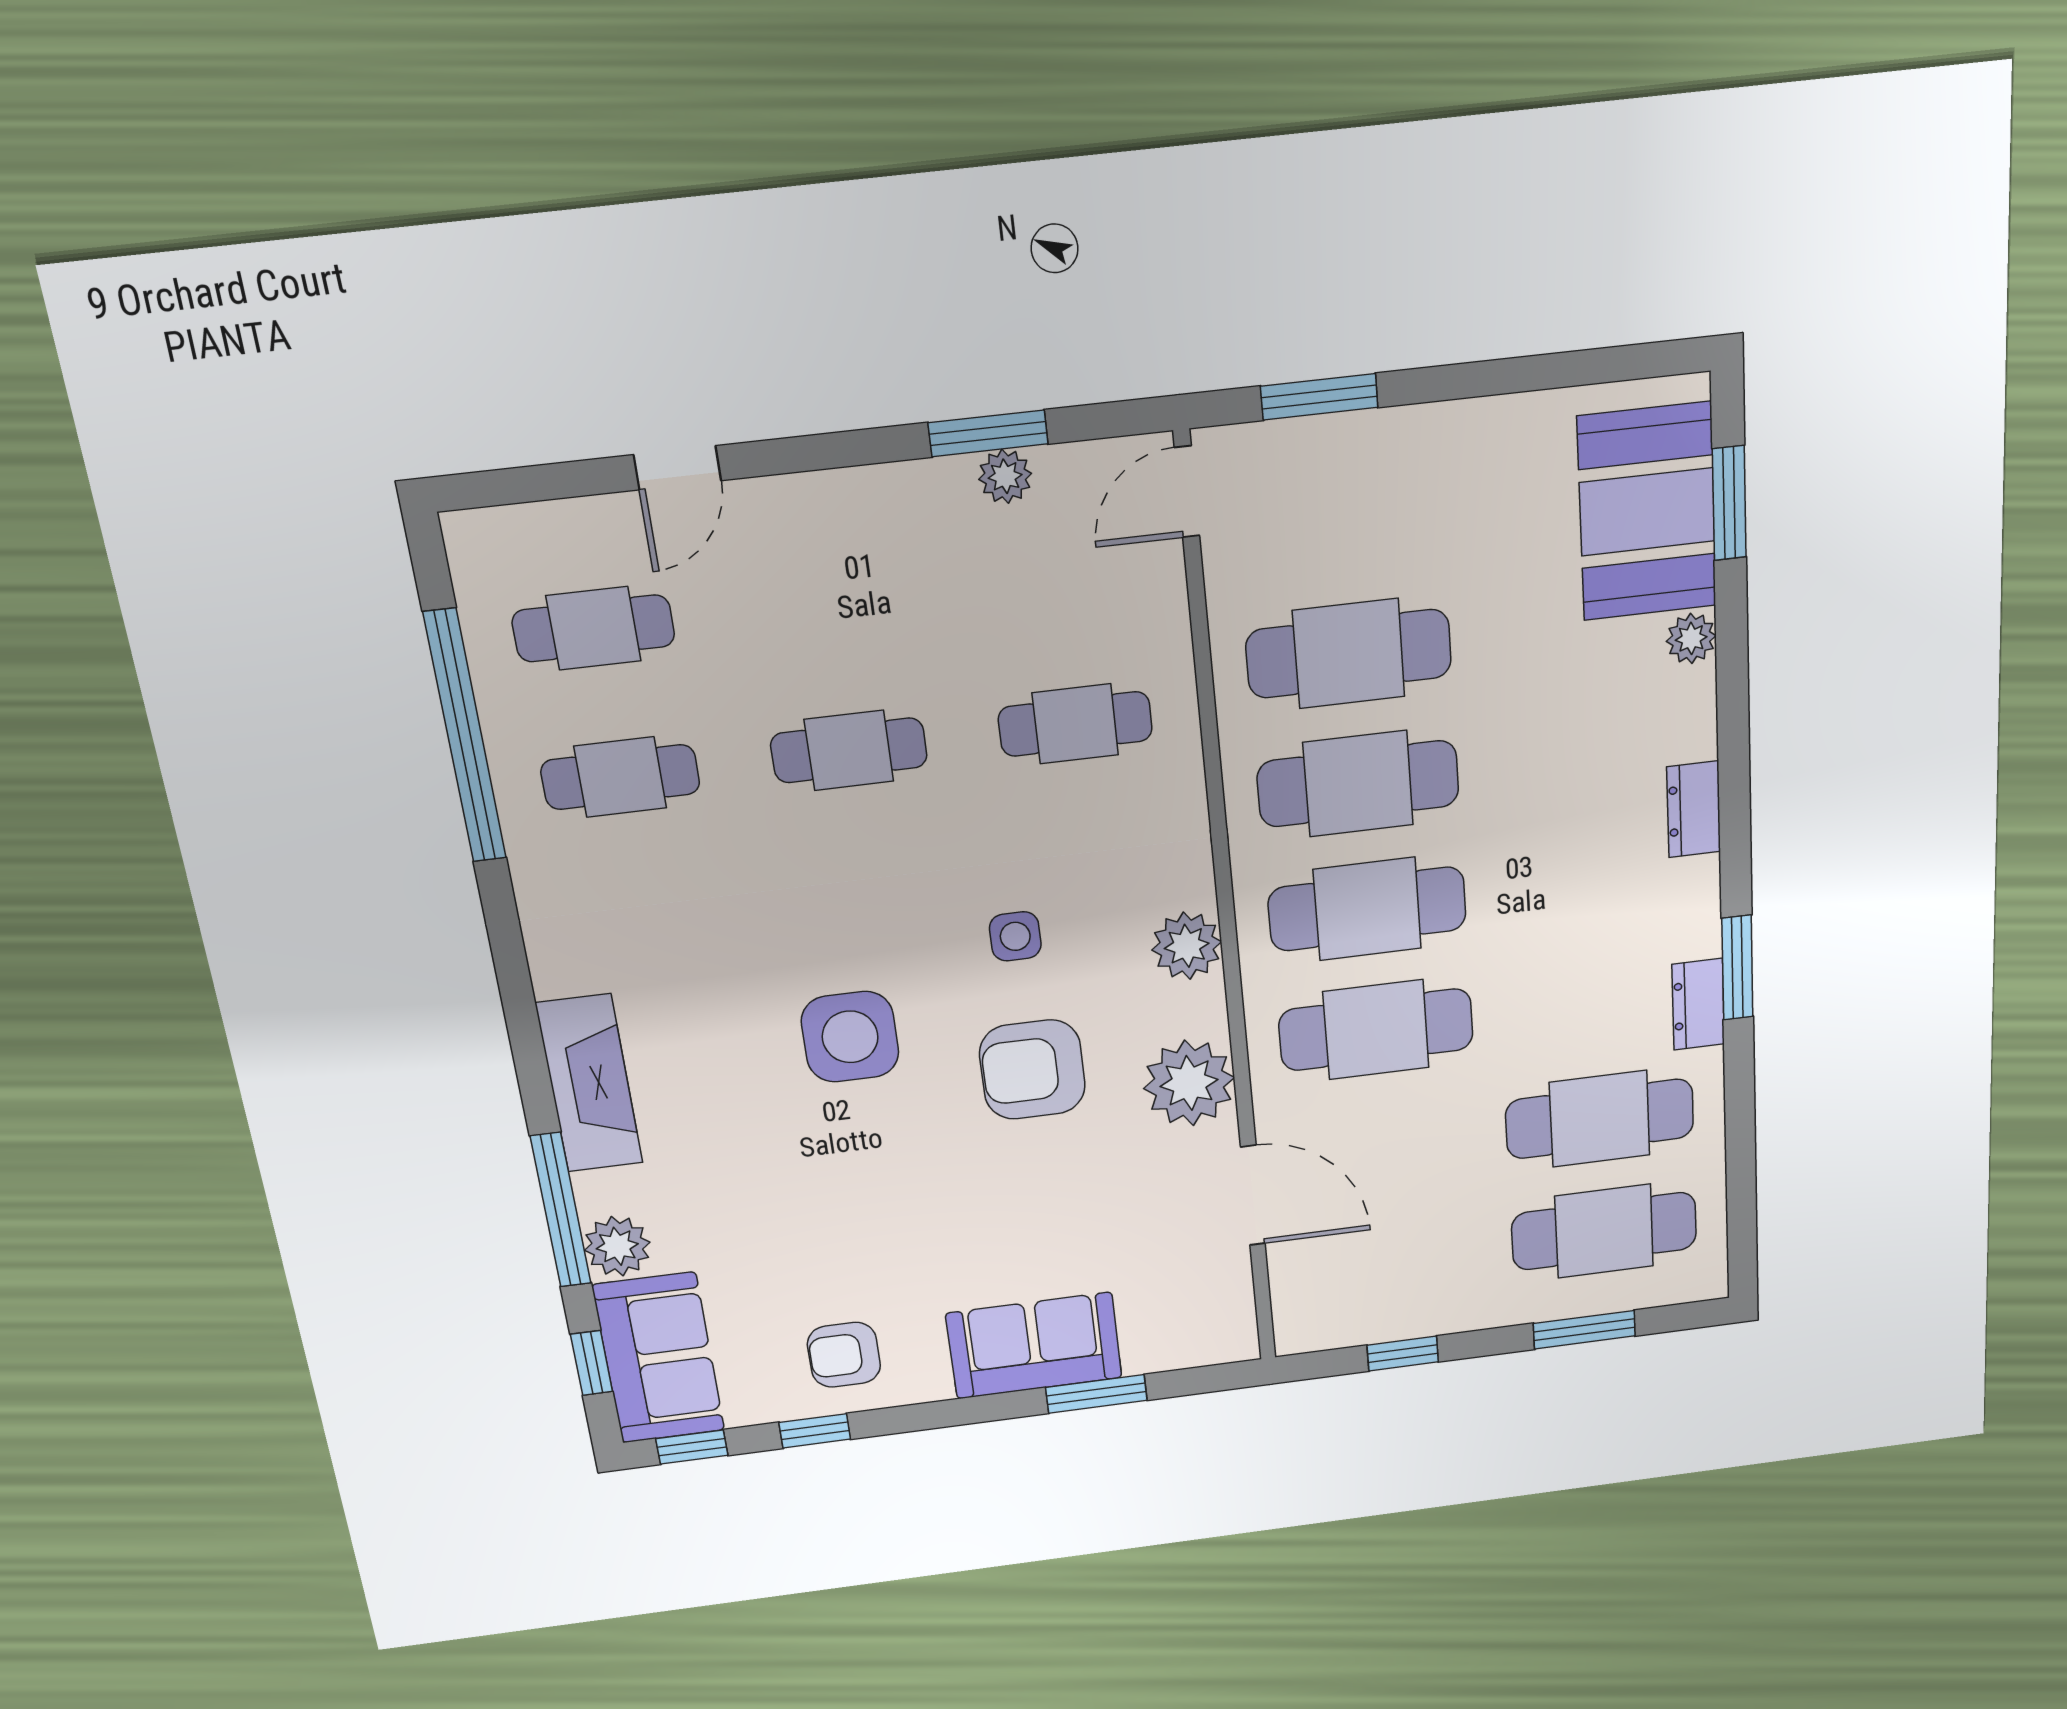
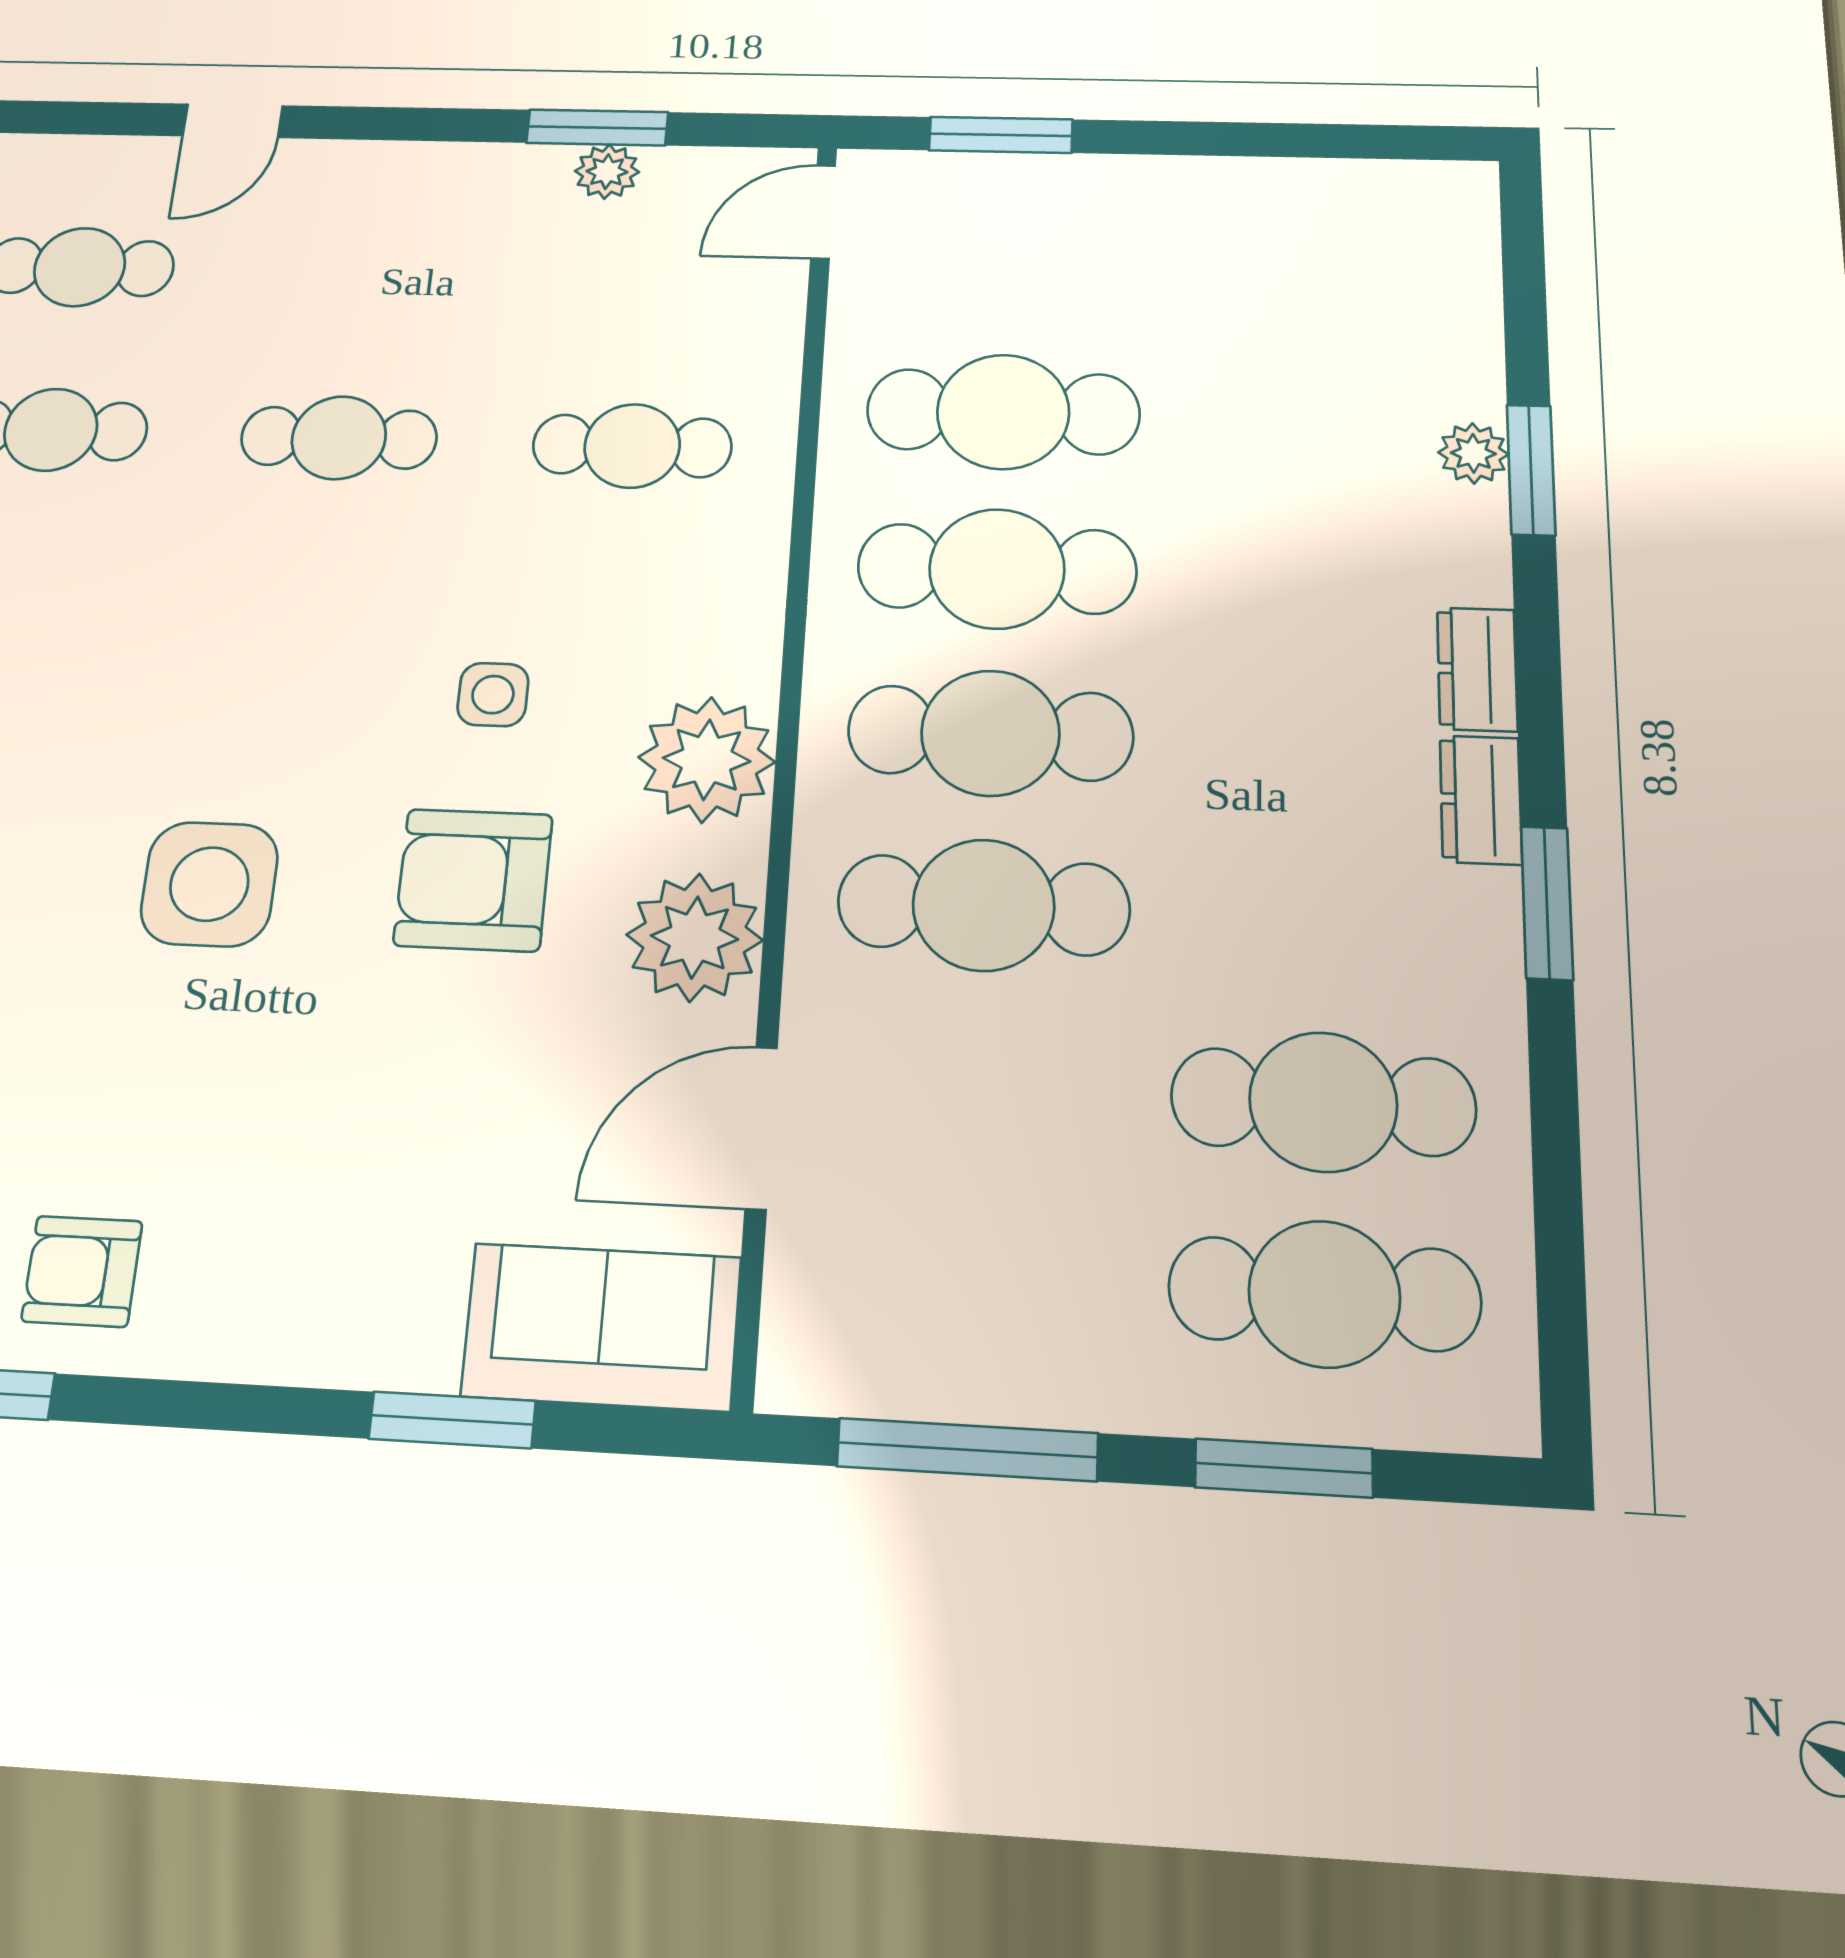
window: (1729, 503) -> (1531, 470), moved
booth: (1647, 512) -> (1414, 301), removed
plant: (1187, 946) -> (707, 760), width x1.36, depth x1.36
dresser: (1698, 1004) -> (1481, 800), moved
side table: (850, 1037) -> (209, 884), moved
door: (1253, 1195) -> (761, 1128), swing flipped
sofa: (1034, 1346) -> (601, 1327), moved
window: (1403, 1354) -> (967, 1450), width x2.17

